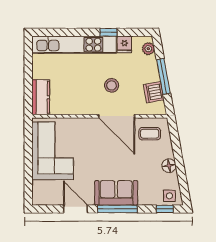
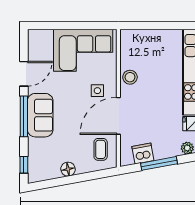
stool: (112, 85) -> (130, 77), moved
kitchen counter: (41, 97) -> (138, 38), removed
side table: (169, 196) -> (97, 91), moved

